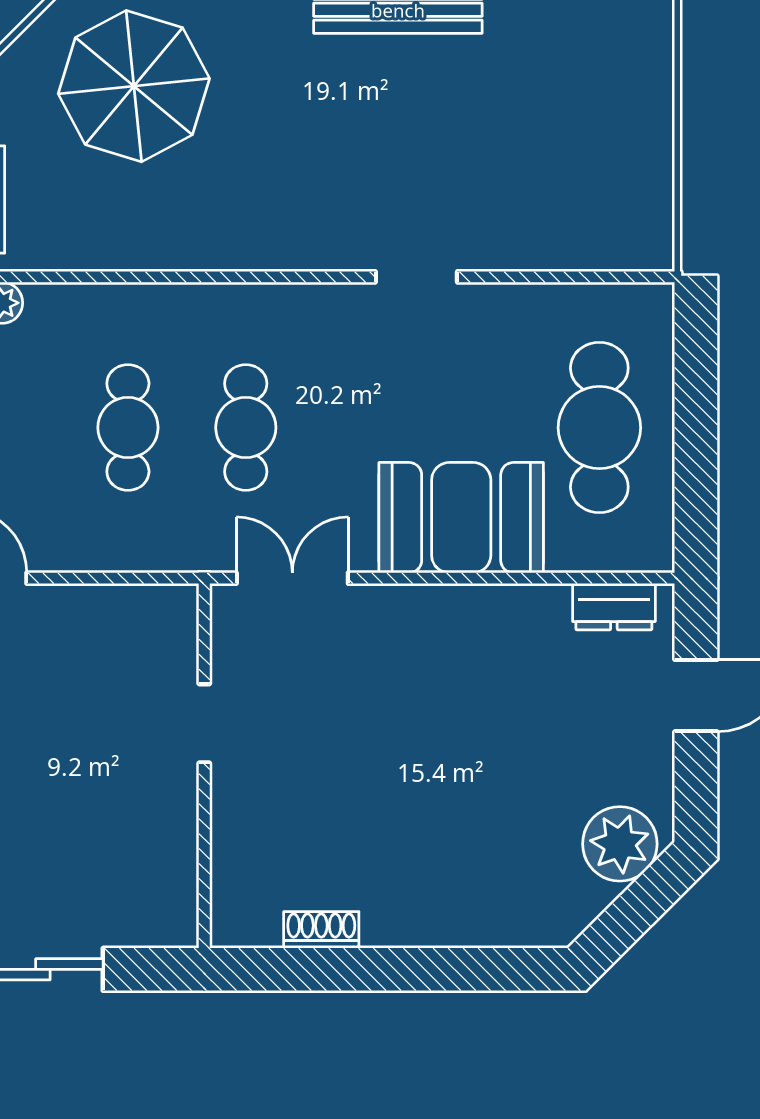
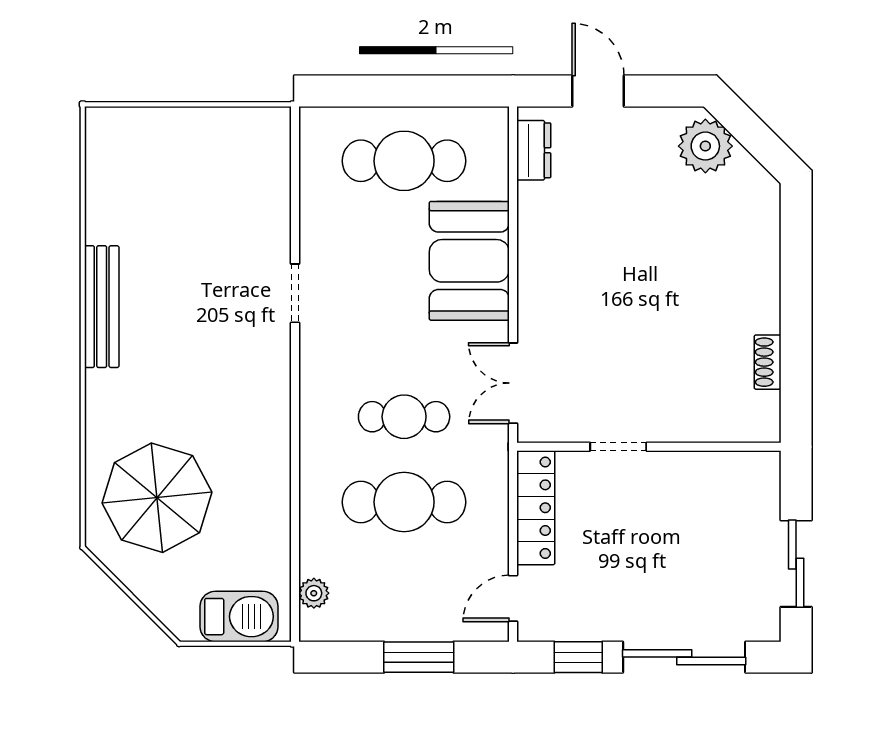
cafe table: (128, 428) -> (404, 502), width x1.37, depth x1.35
locker: (120, 610) -> (536, 508), added

